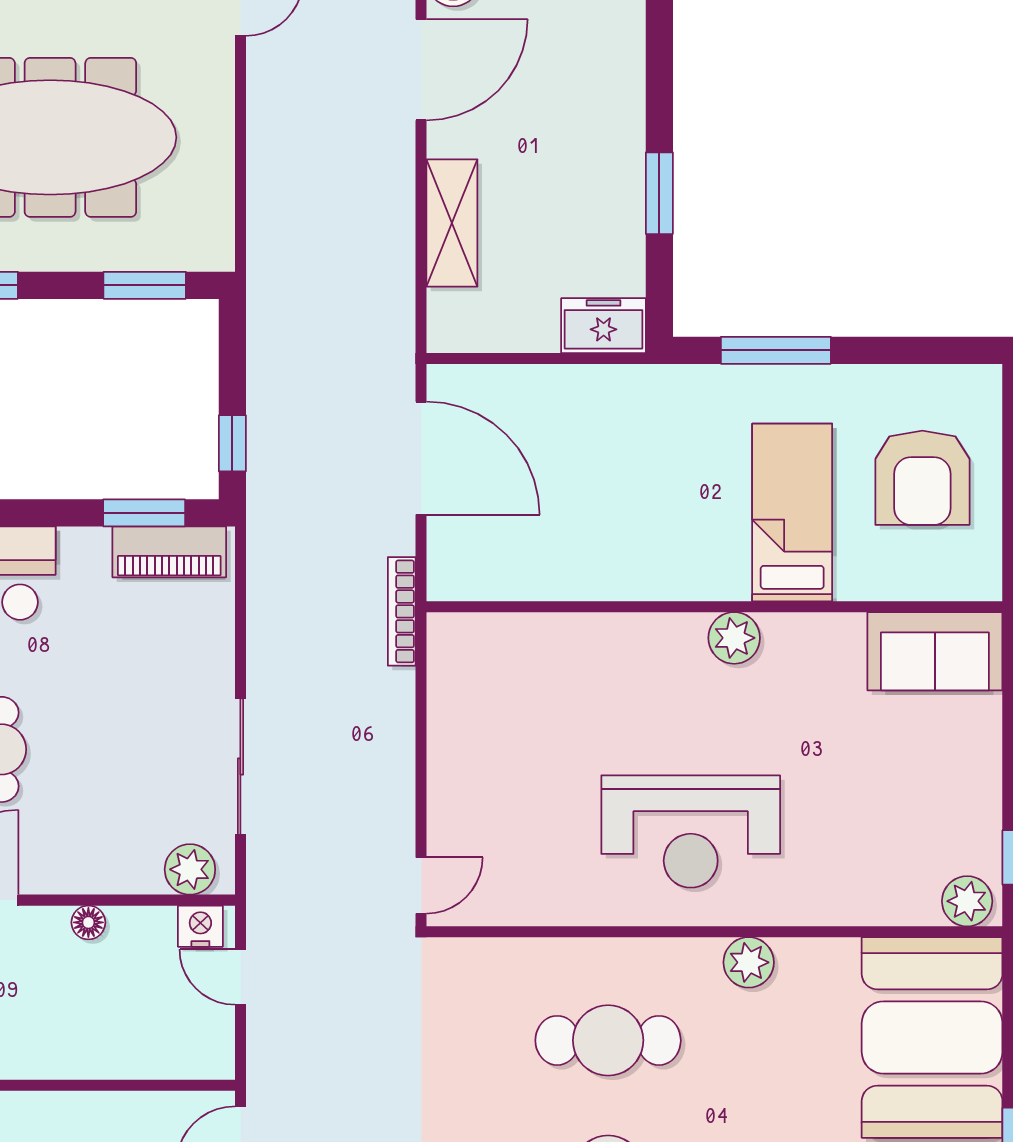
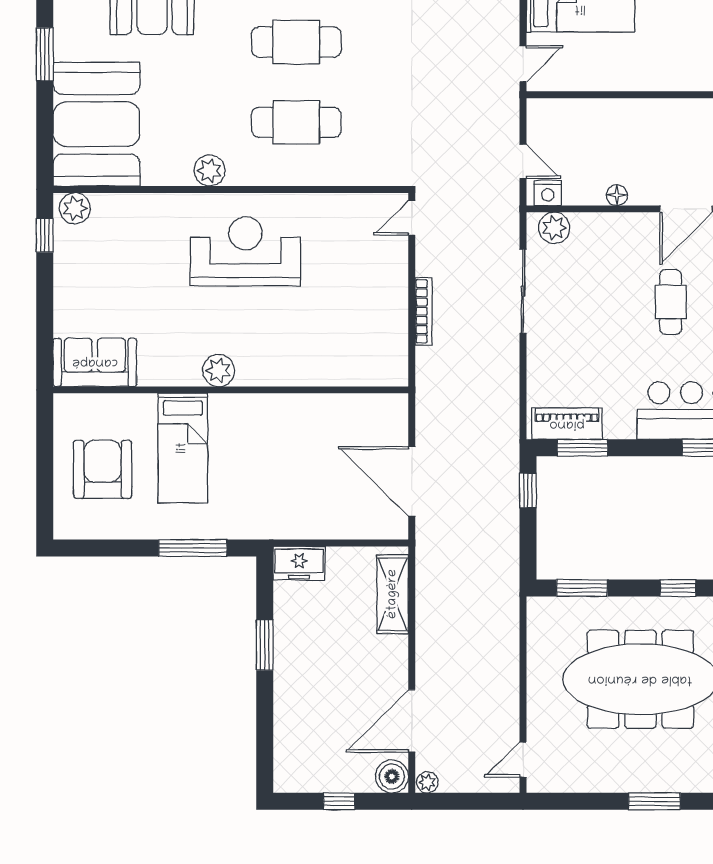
shelving: (452, 223) -> (393, 594), moved
bookcase: (402, 611) -> (424, 311), moved

